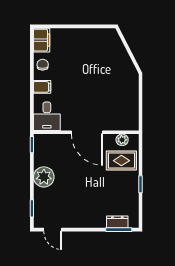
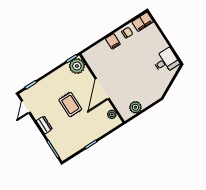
plant: (131, 109) -> (135, 107), added
desk: (47, 116) -> (166, 61), moved, turned 180
rug: (121, 161) -> (70, 105), moved
plant: (44, 177) -> (77, 66), moved
dresser: (117, 222) -> (44, 125), moved

